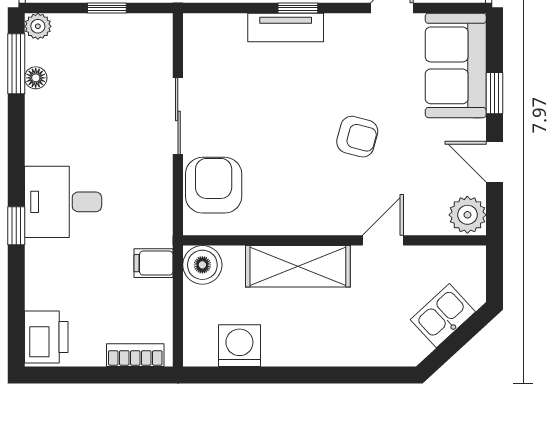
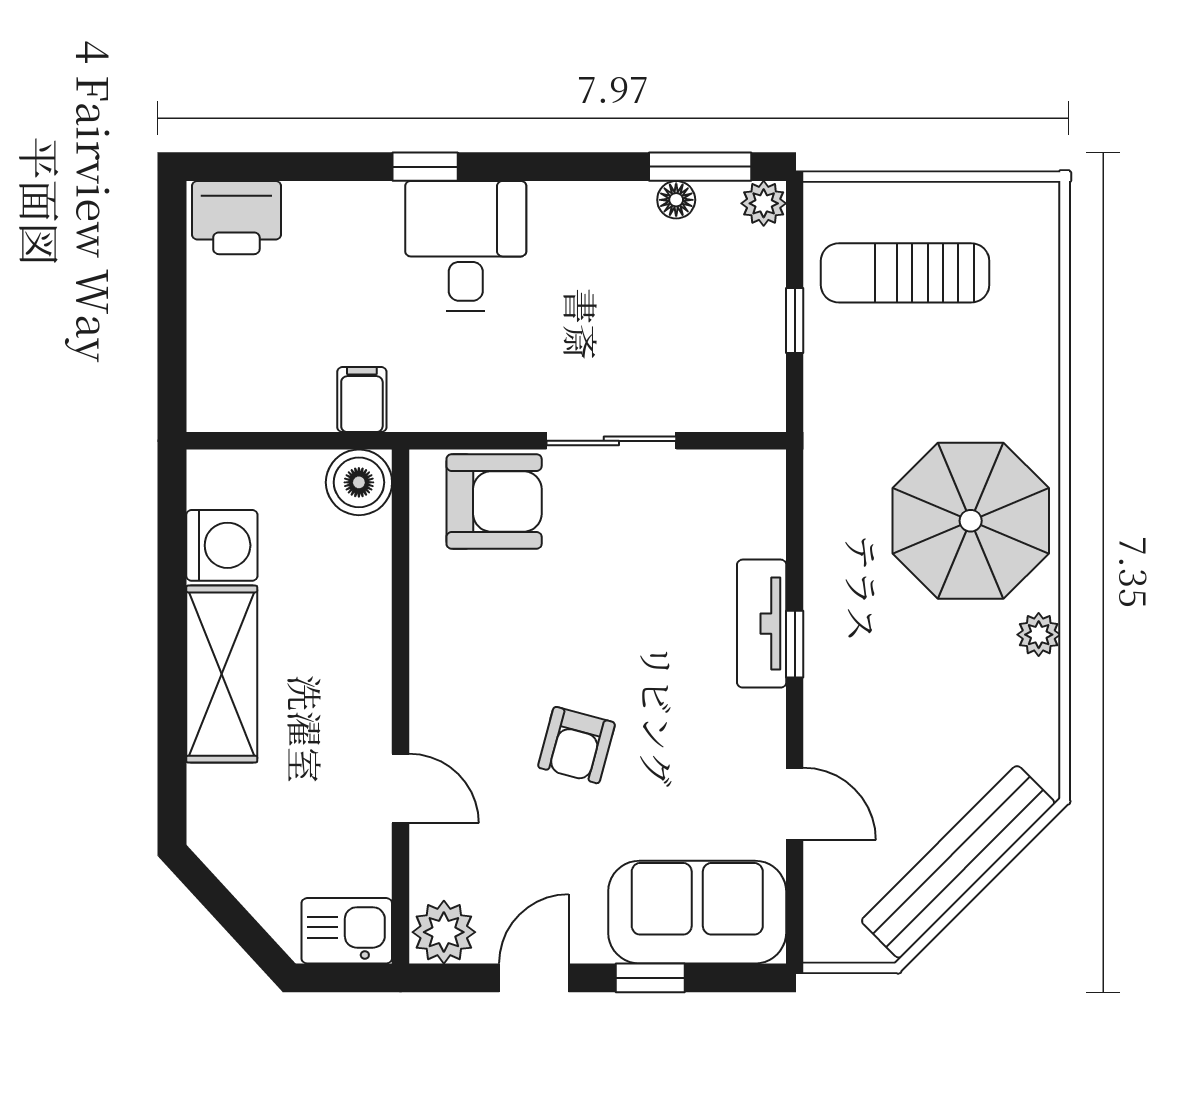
shelving: (298, 266) -> (222, 674), moved
kitchen sink: (443, 316) -> (347, 931), moved, turned -47
bookcase: (135, 355) -> (206, 369), removed

